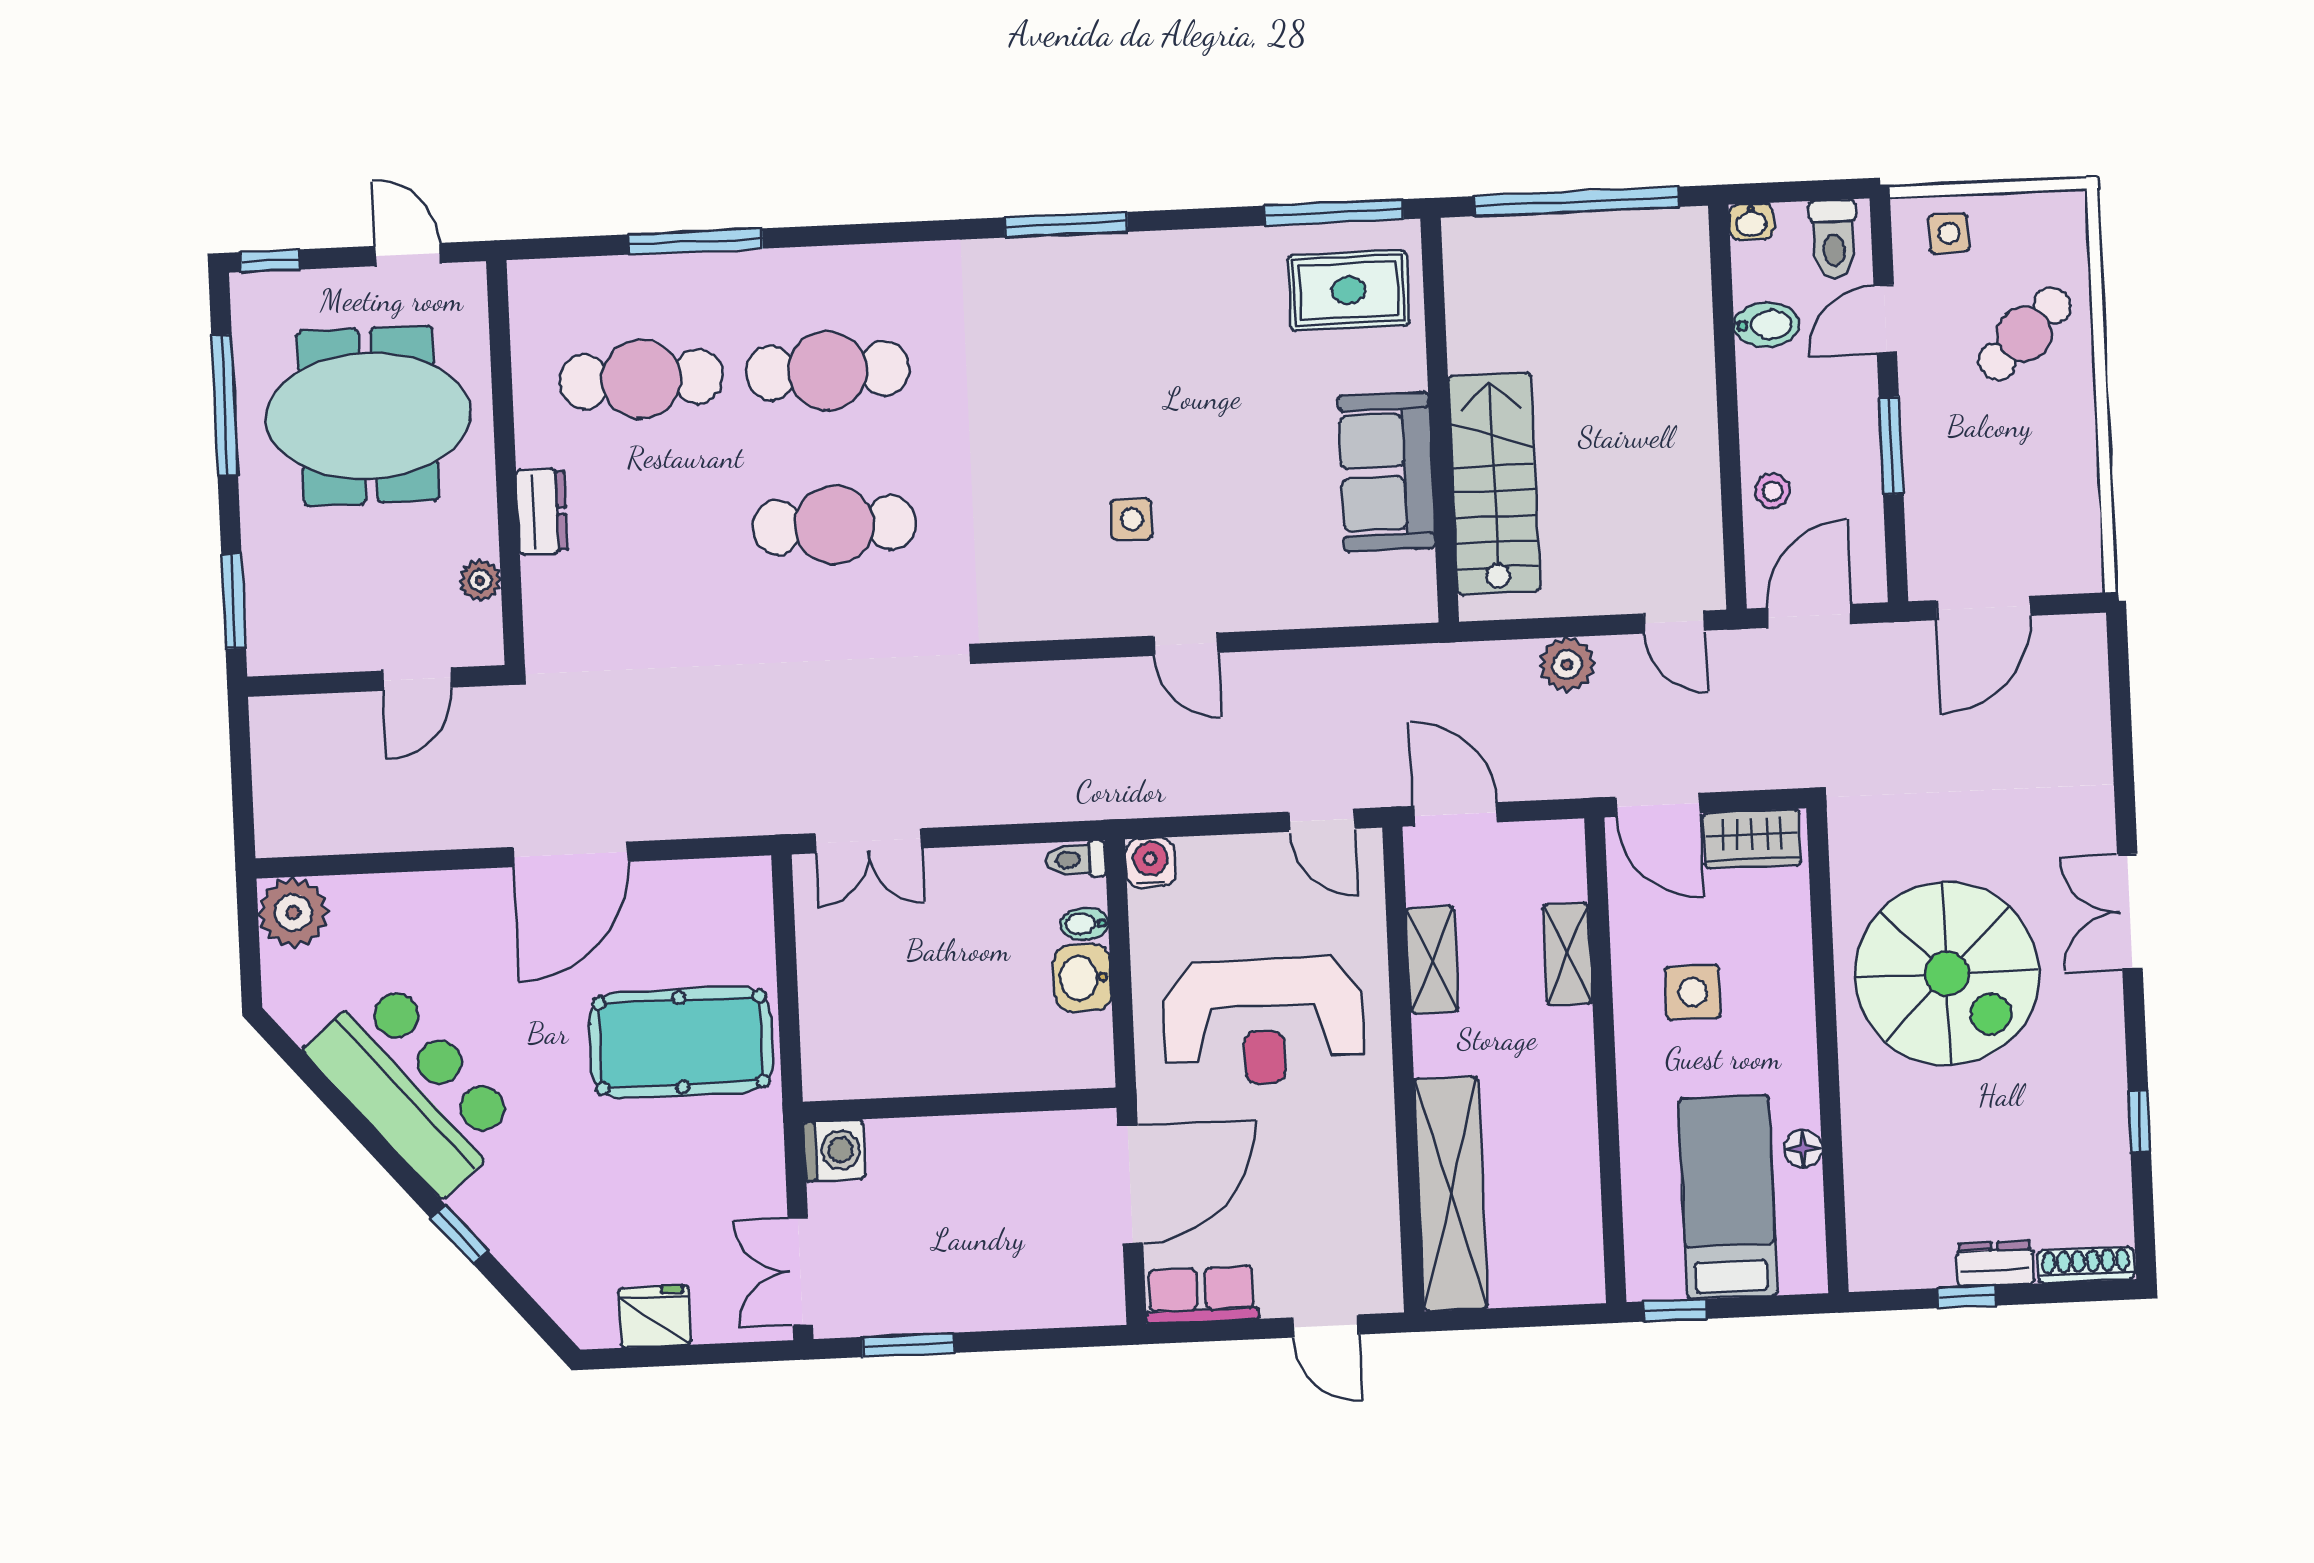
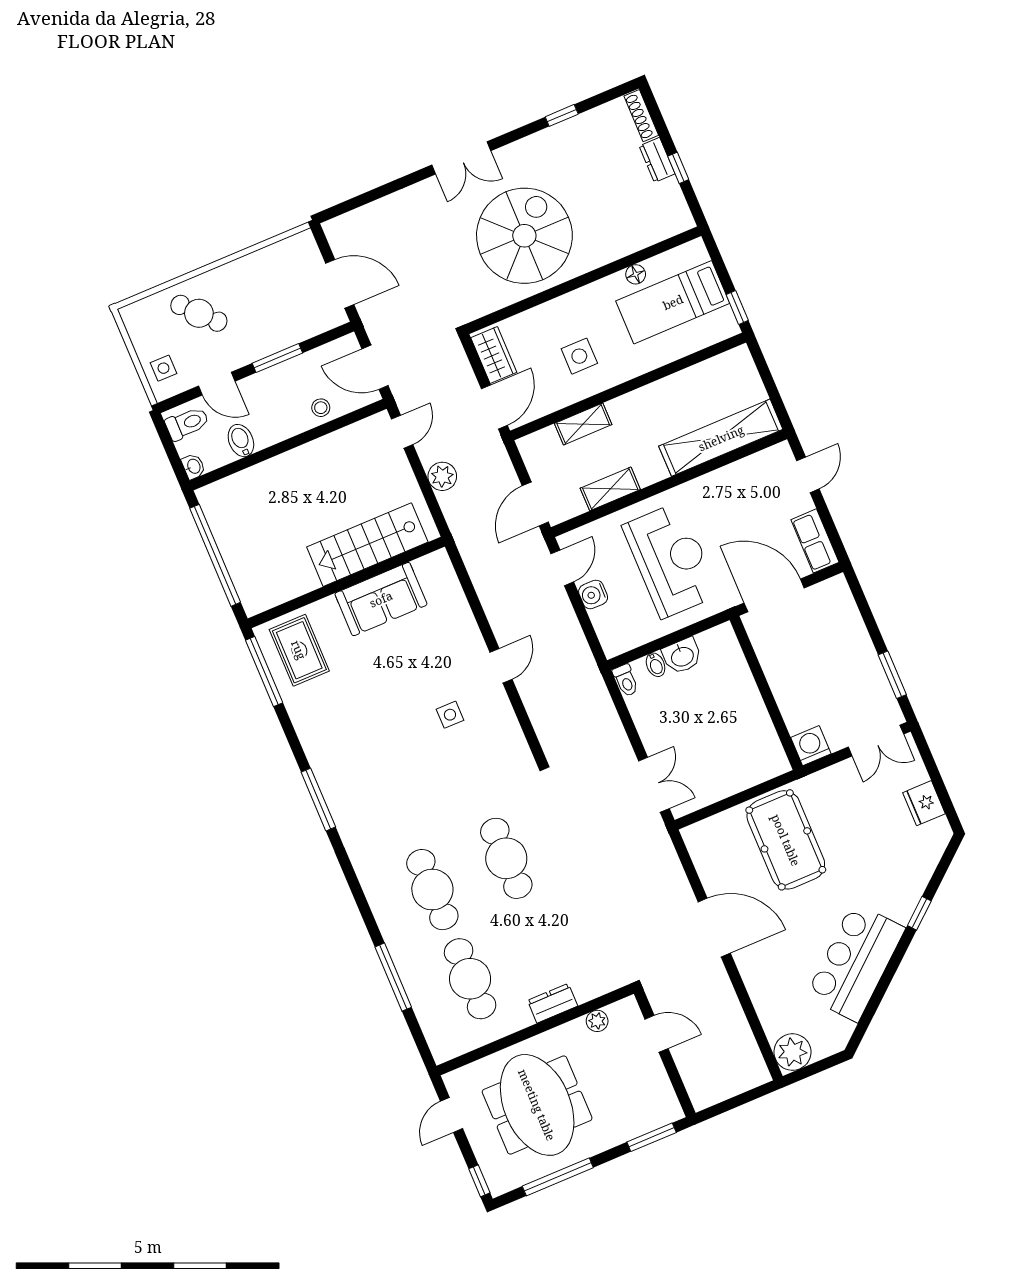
water cooler: (1150, 863) -> (593, 594), moved

